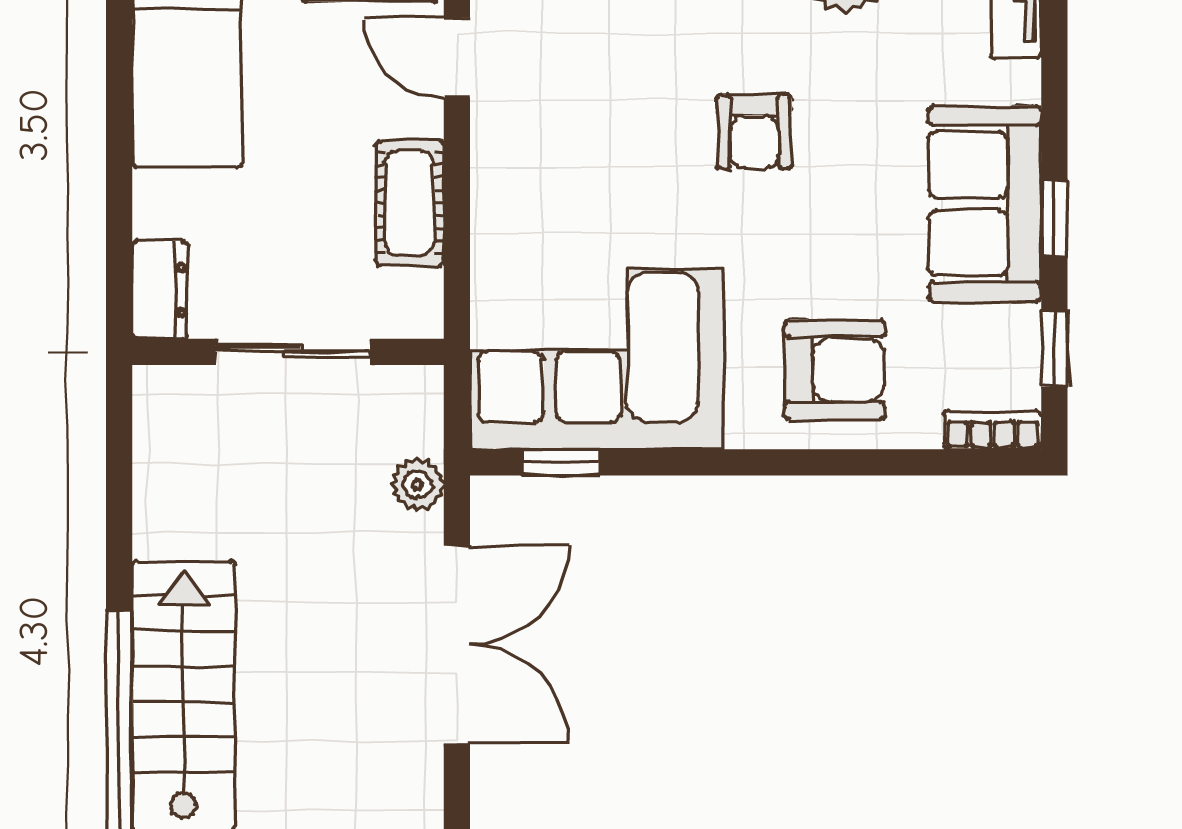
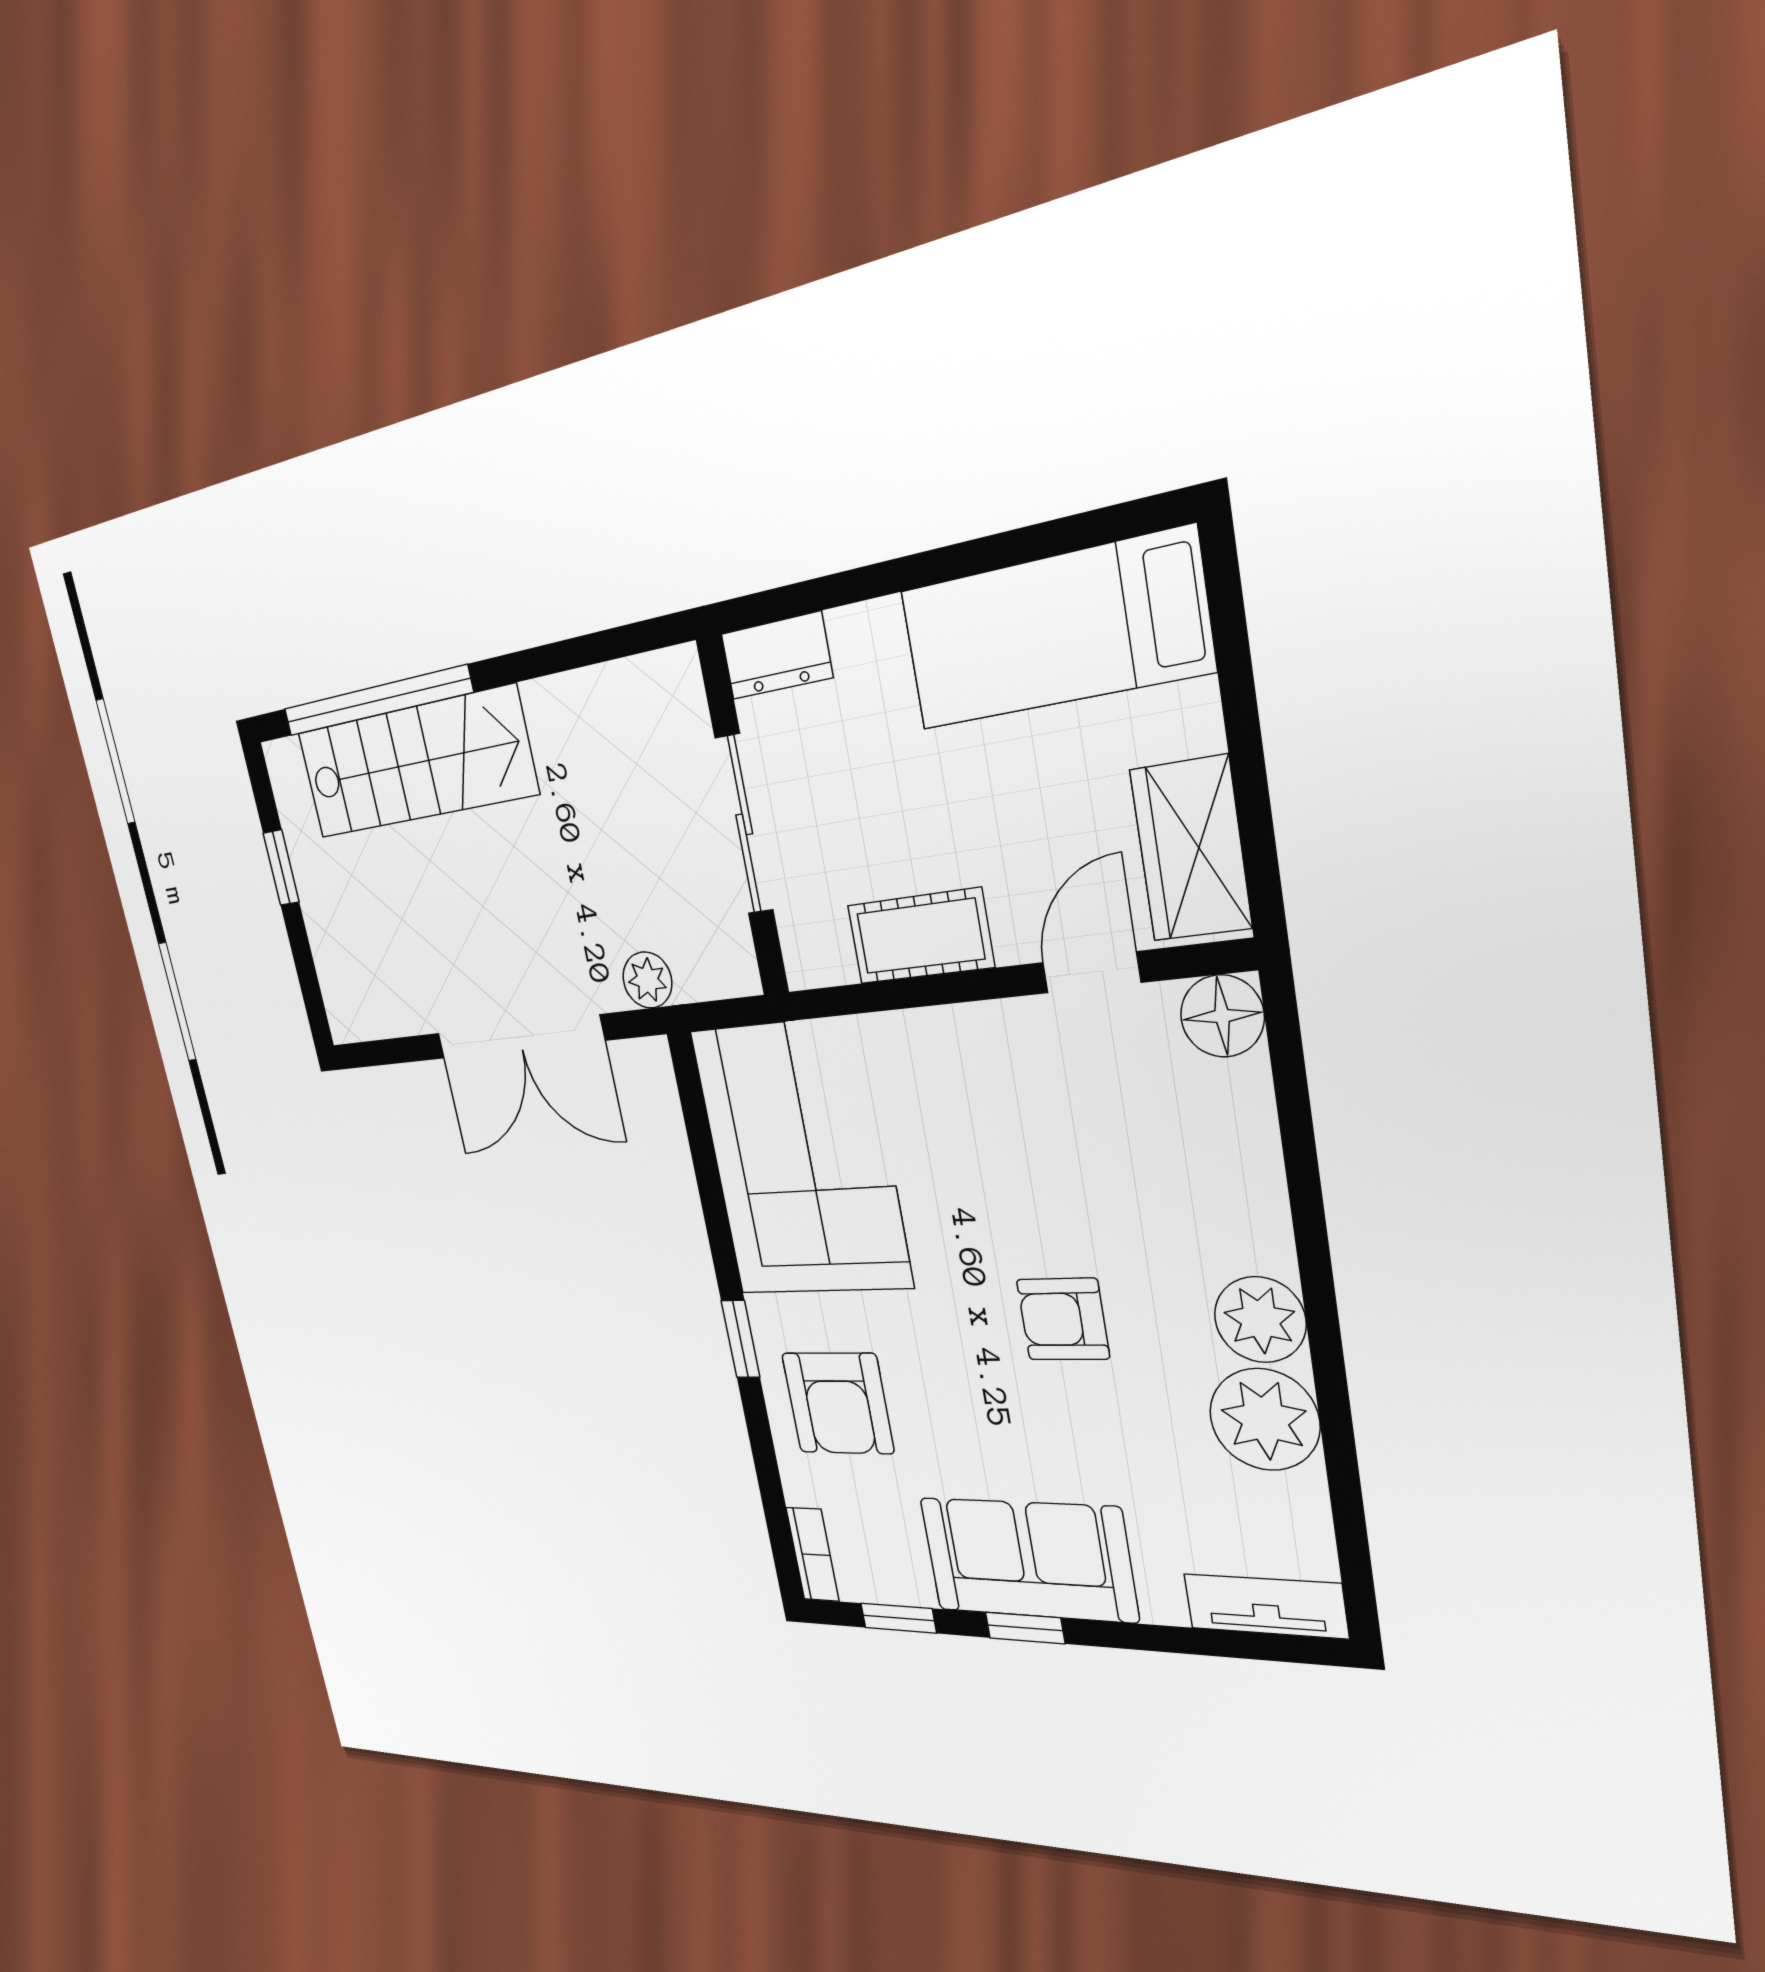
window: (561, 462) -> (741, 1339), moved

